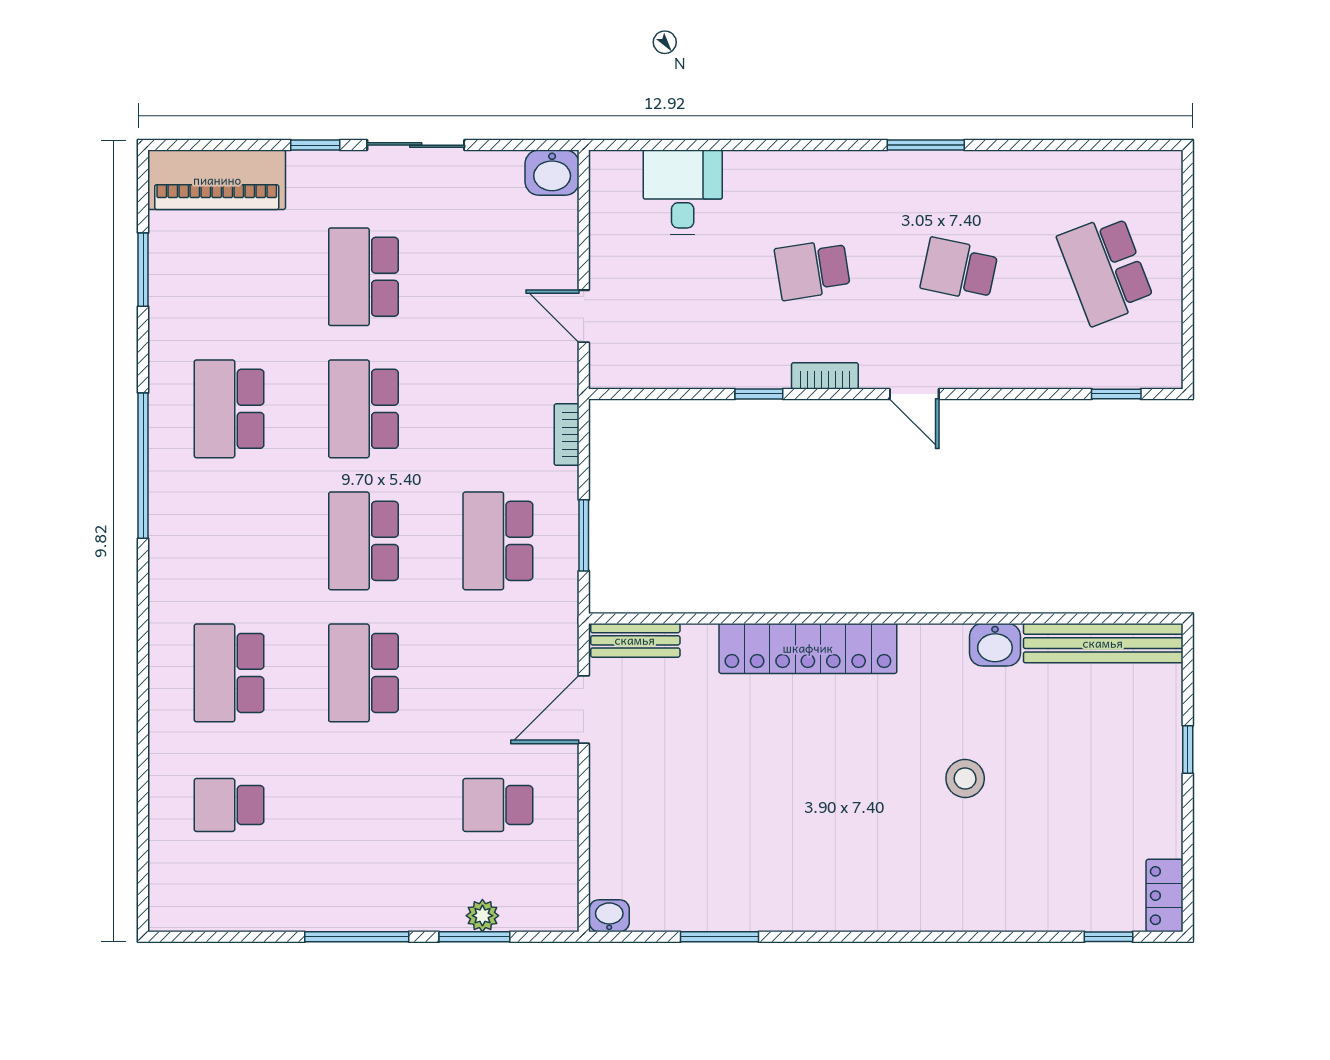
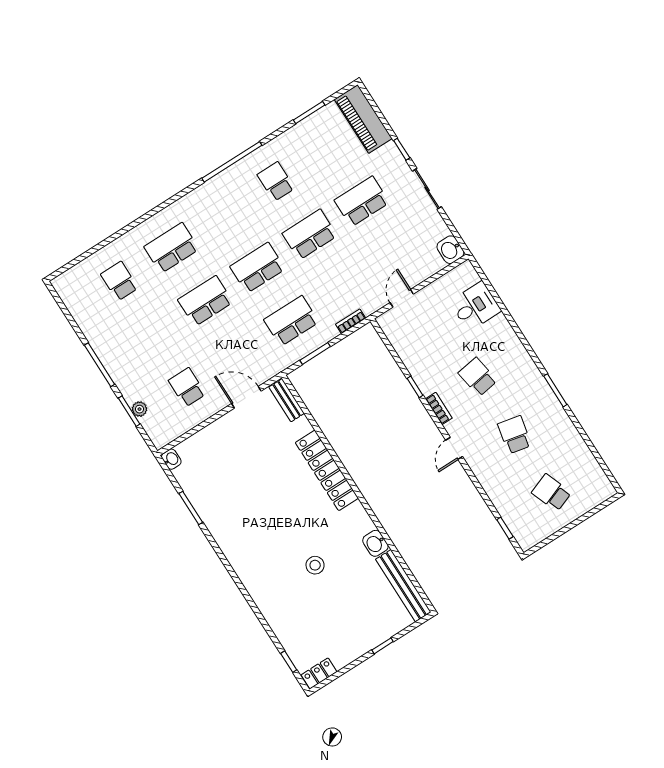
school desk: (1106, 269) -> (551, 493), width x0.54
school desk: (229, 409) -> (276, 182), width x0.54

